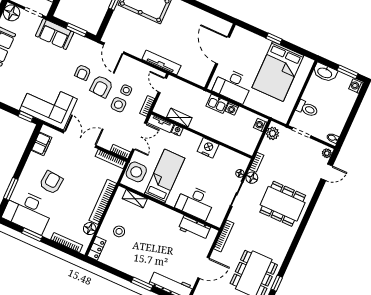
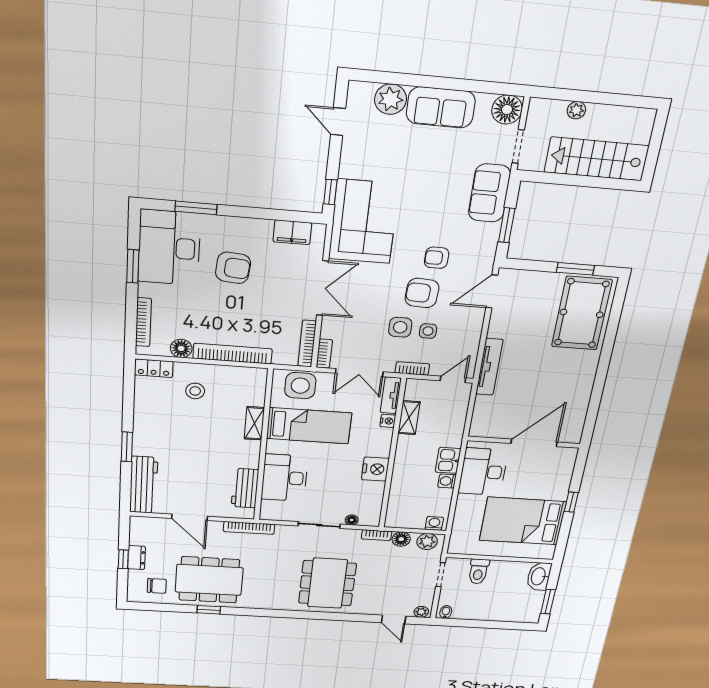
washing machine: (356, 86) -> (530, 617), removed
floor lamp: (252, 178) -> (401, 539), moved
shelving: (135, 199) -> (254, 423), moved

